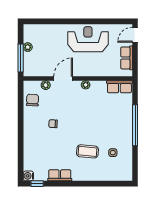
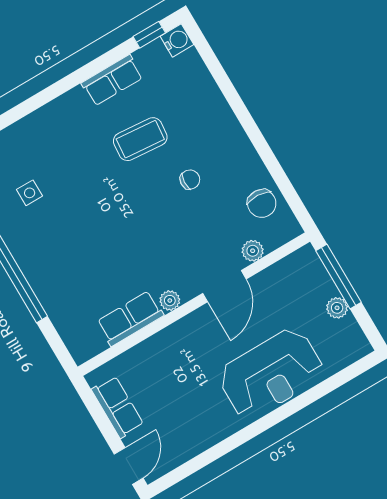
reception desk: (88, 39) -> (271, 374), moved
row of seats: (119, 87) -> (130, 318), moved
coffee table: (87, 151) -> (140, 139), moved

